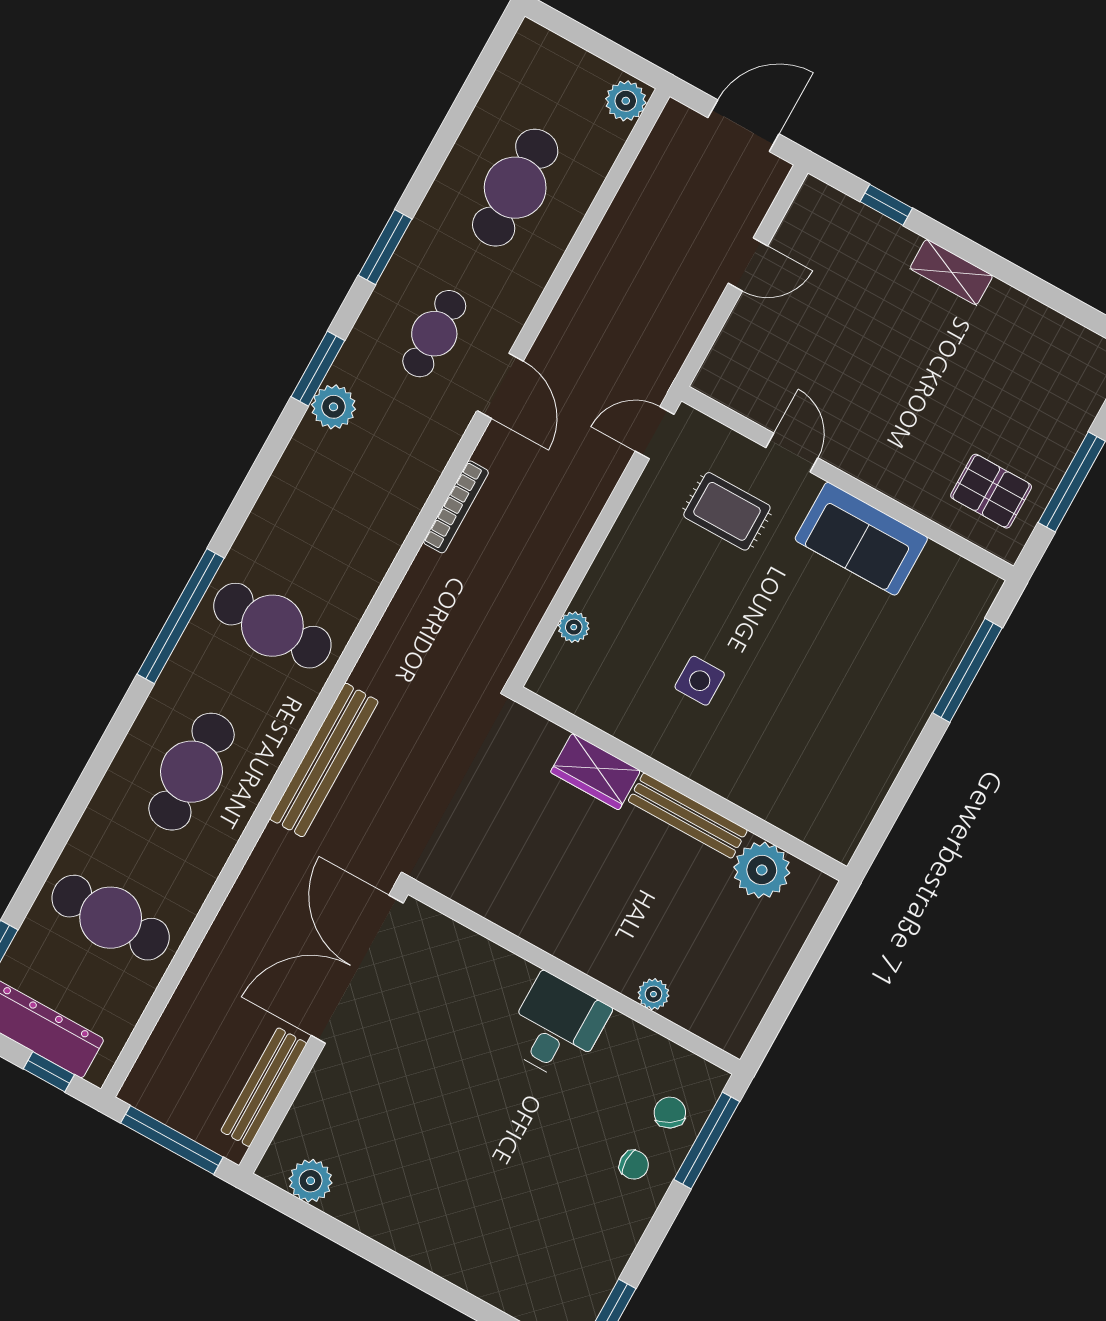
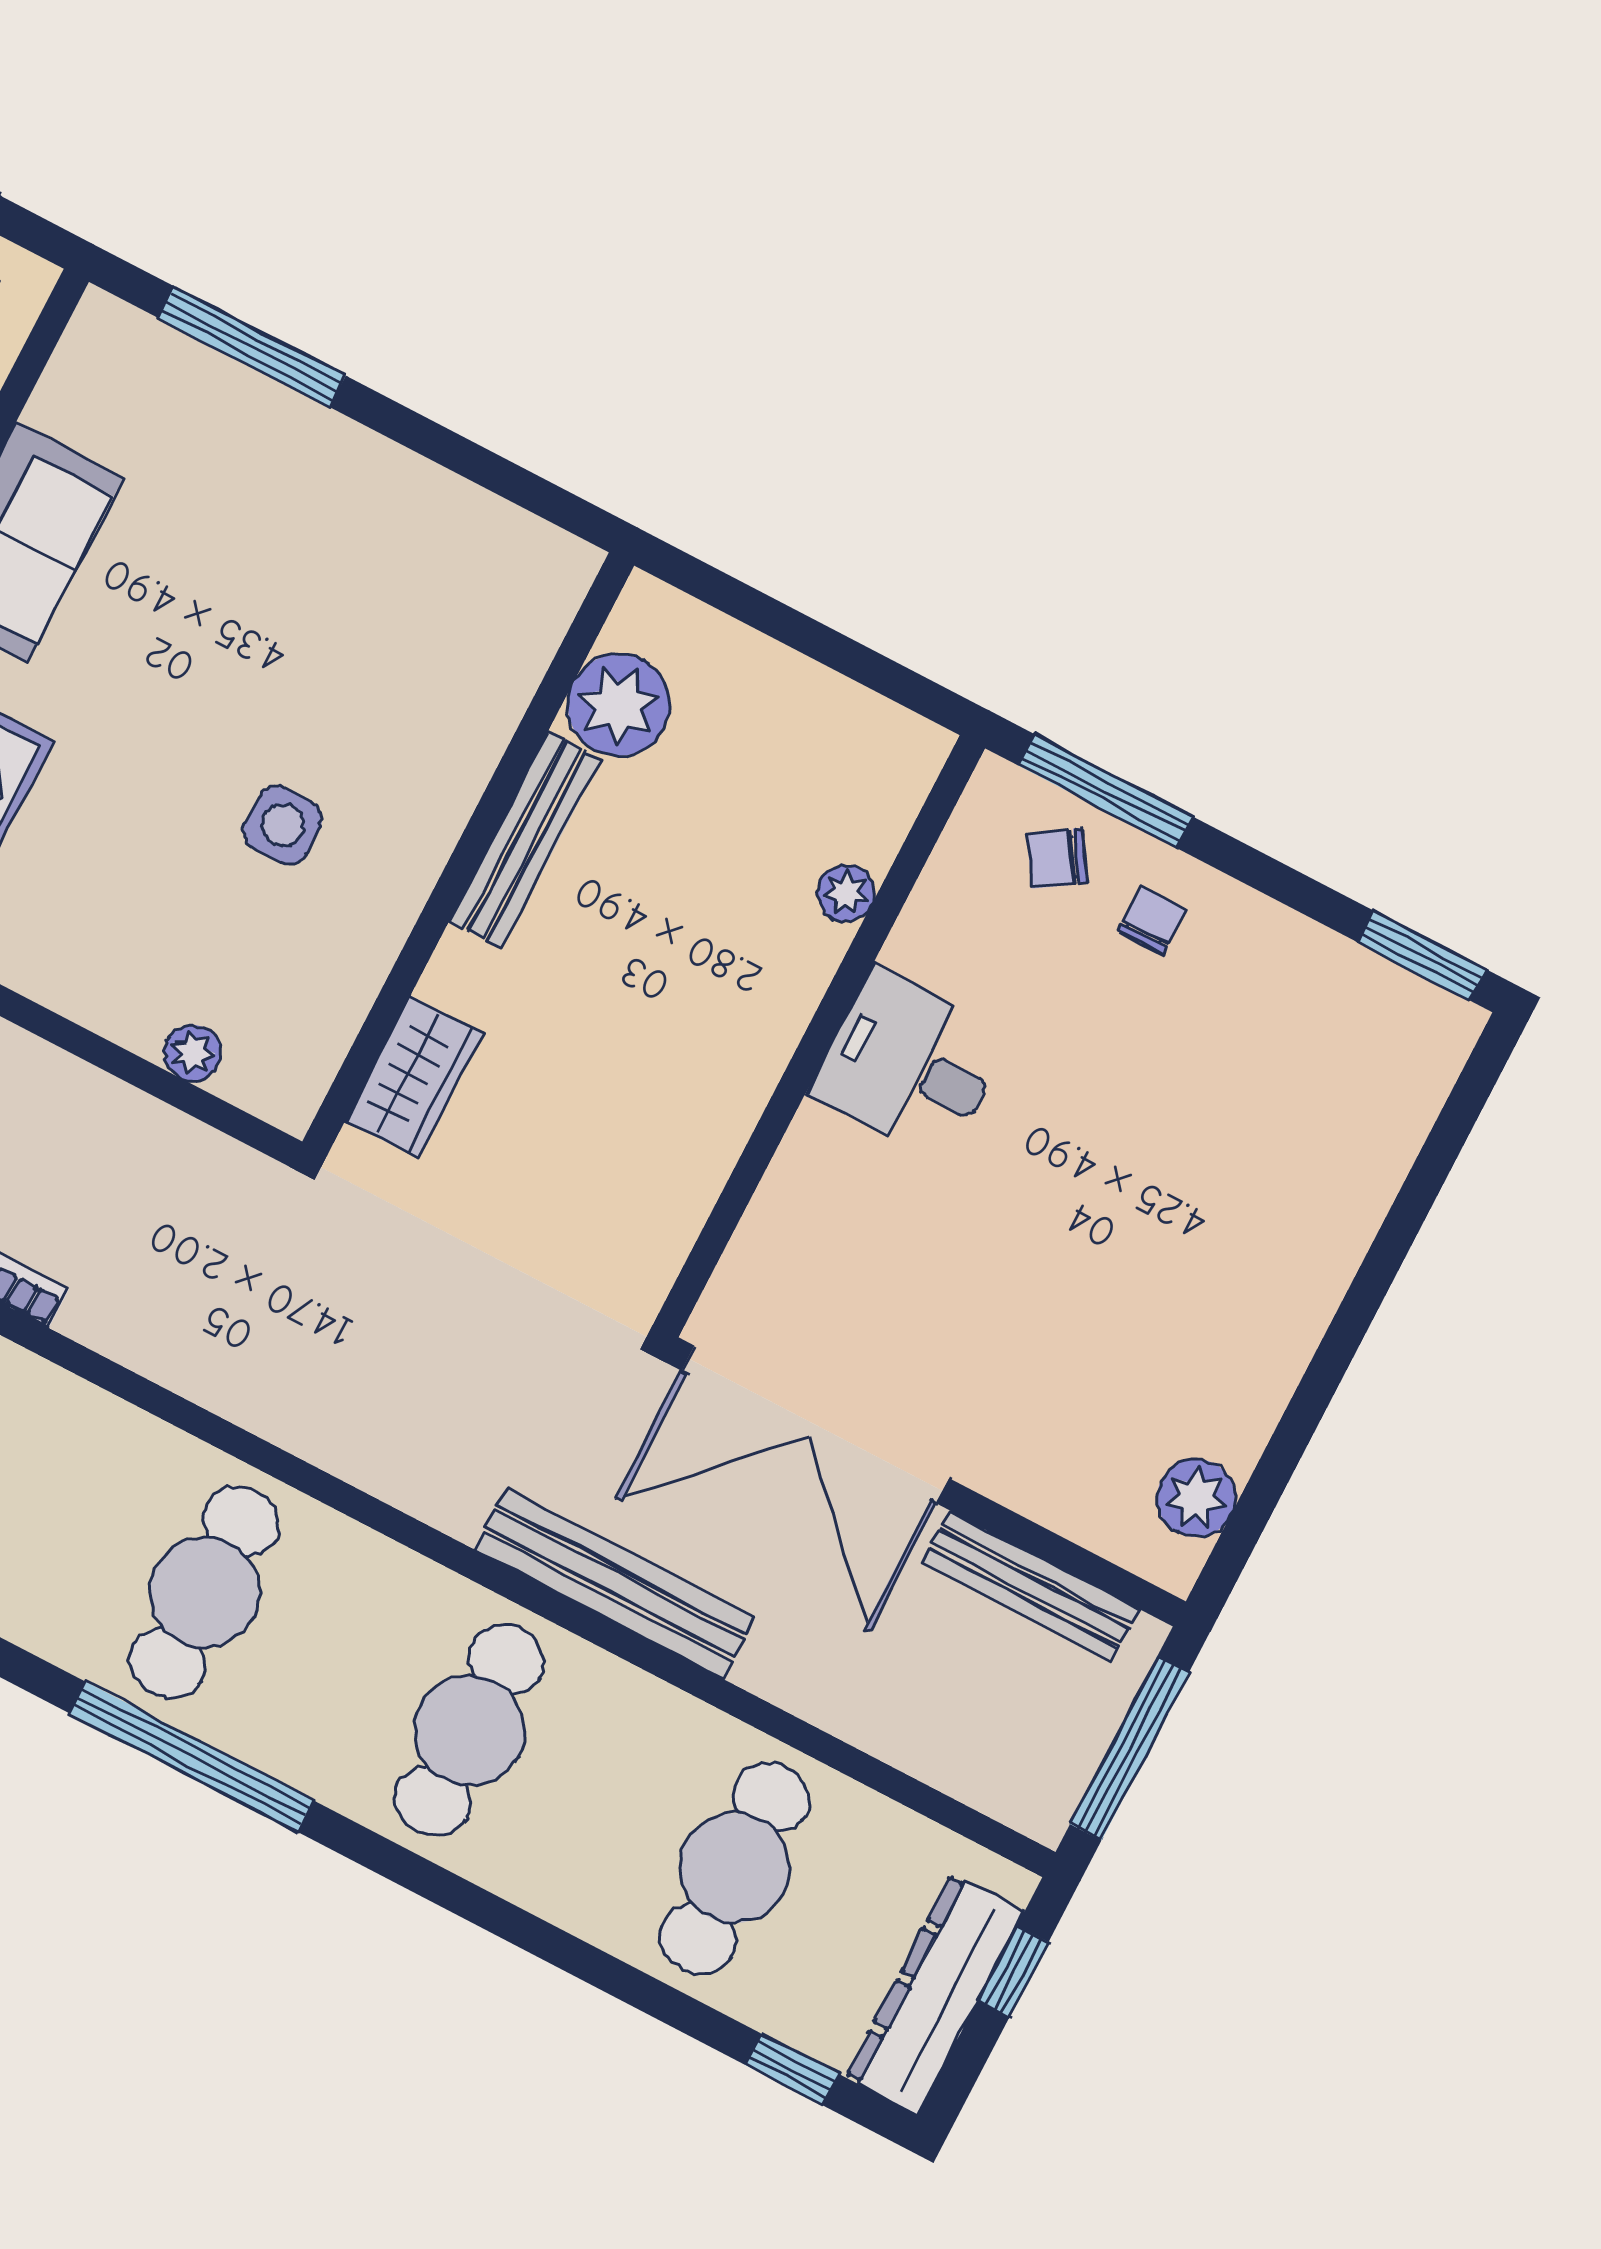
bench: (324, 760) -> (614, 1583), moved
wardrobe: (595, 771) -> (414, 1077), moved
cafe table: (192, 772) -> (469, 1730), turned 90

